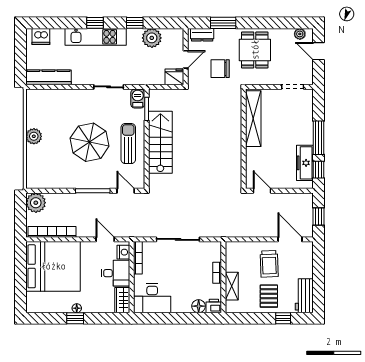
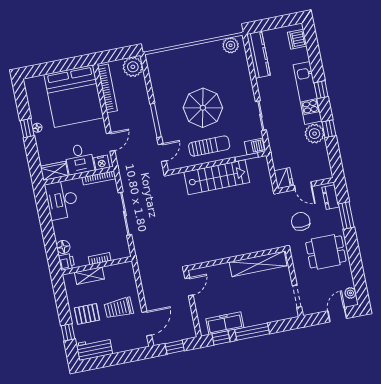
plant: (152, 38) -> (315, 134), moved
plant: (34, 136) -> (231, 45), moved

